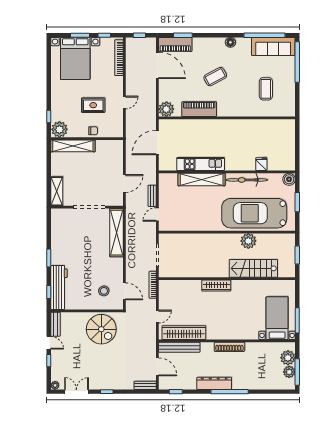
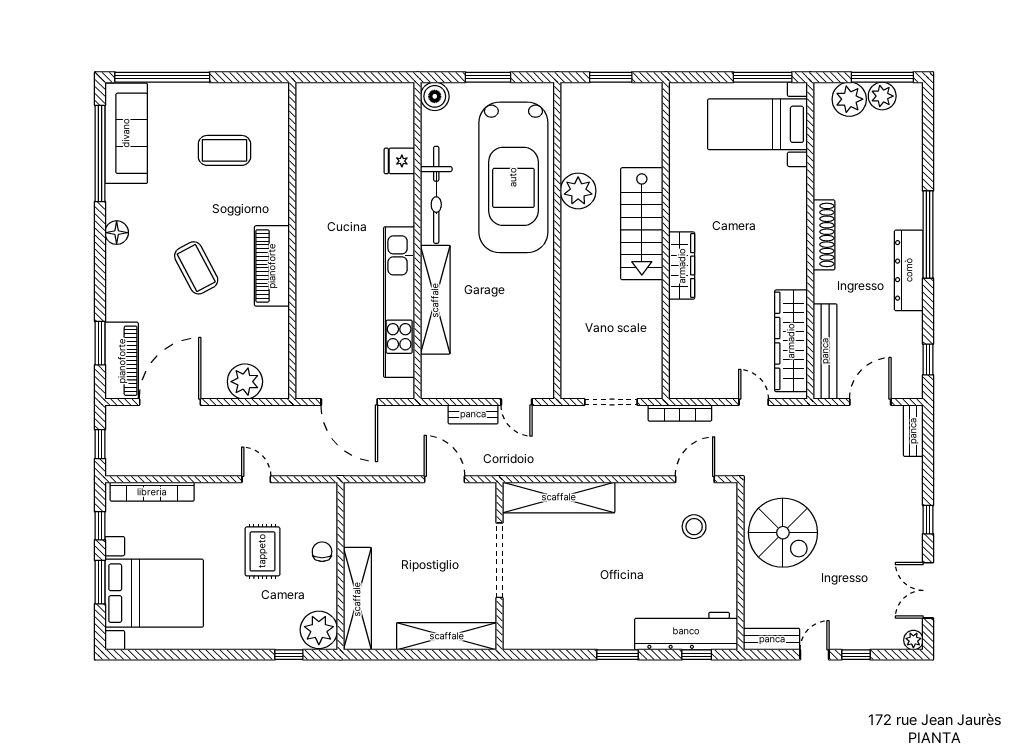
plant: (166, 109) -> (245, 382), moved
piano: (199, 109) -> (272, 266), moved
kitchen unit: (201, 164) -> (399, 302), width x1.36
shelving: (57, 191) -> (447, 636), width x1.47
stairs: (253, 268) -> (642, 224), moved
spiral stairs: (101, 329) -> (783, 533), turned 90

